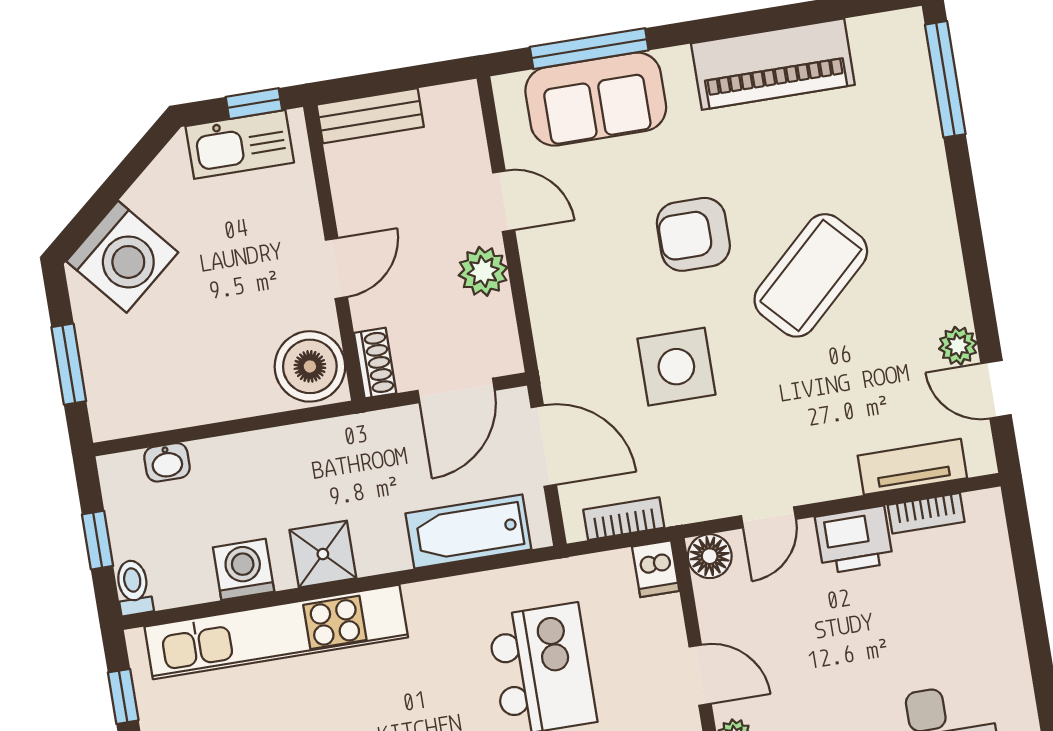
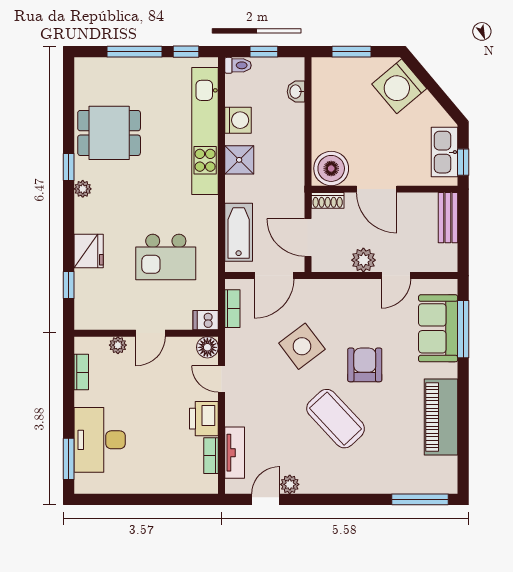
door: (336, 268) -> (377, 189), width x1.38
side table: (676, 367) -> (302, 346), turned -37

